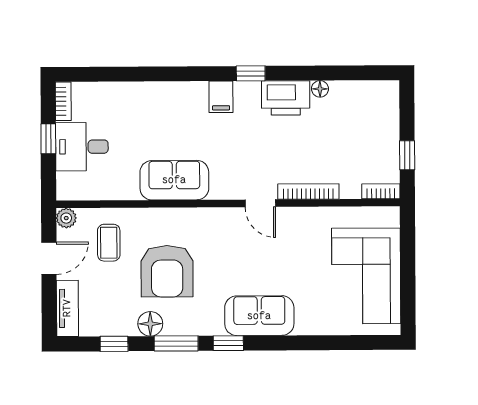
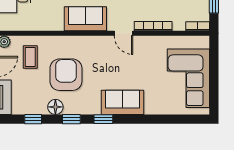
sofa: (174, 180) -> (85, 19), moved
armchair: (167, 271) -> (66, 75), turned 180
window: (176, 343) -> (71, 119), width x0.67

